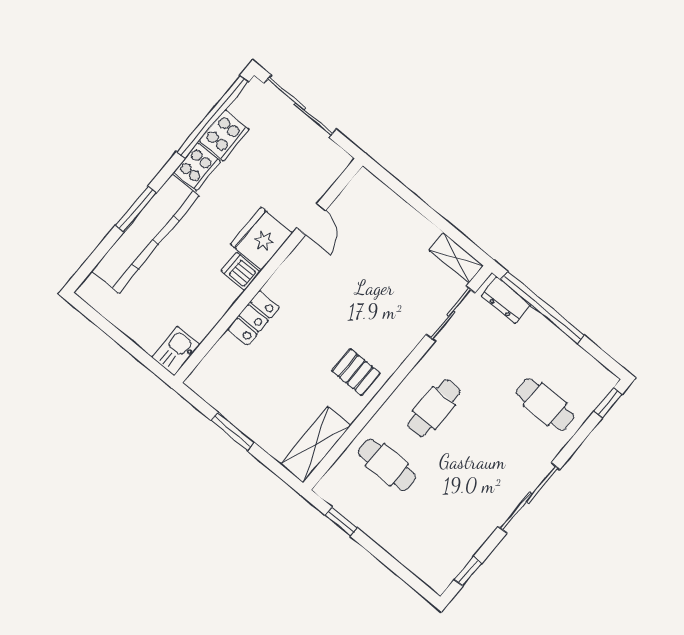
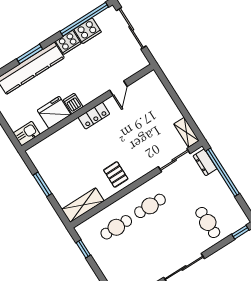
fridge: (261, 239) -> (54, 112), moved
locker: (253, 318) -> (94, 116), moved
cafe table: (387, 465) -> (116, 227), turned 90

